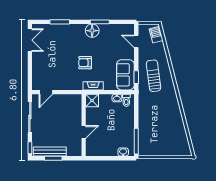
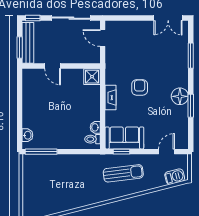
shower: (92, 101) -> (92, 77), moved
wall: (84, 125) -> (61, 66), moved
door: (84, 132) -> (53, 66), moved

